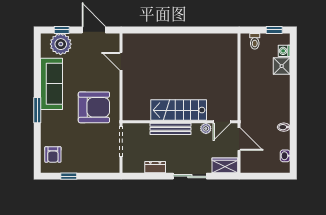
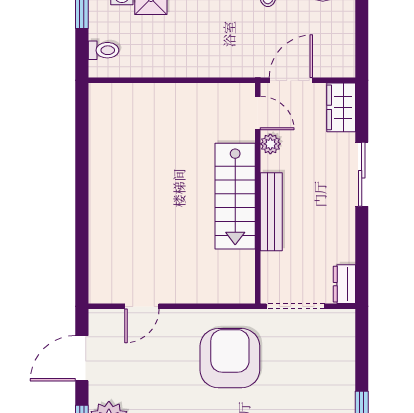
dresser: (155, 167) -> (344, 284), moved

